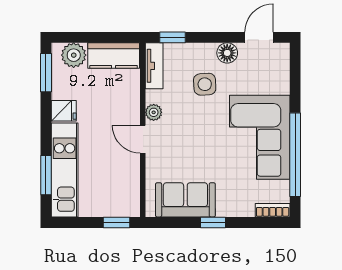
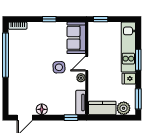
side table: (205, 84) -> (59, 67), moved
corner sofa: (260, 137) -> (24, 65), removed
door: (143, 139) -> (87, 63), swing flipped
window: (46, 175) -> (138, 60), moved
sofa: (185, 200) -> (76, 38), moved, turned 90

